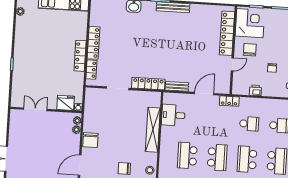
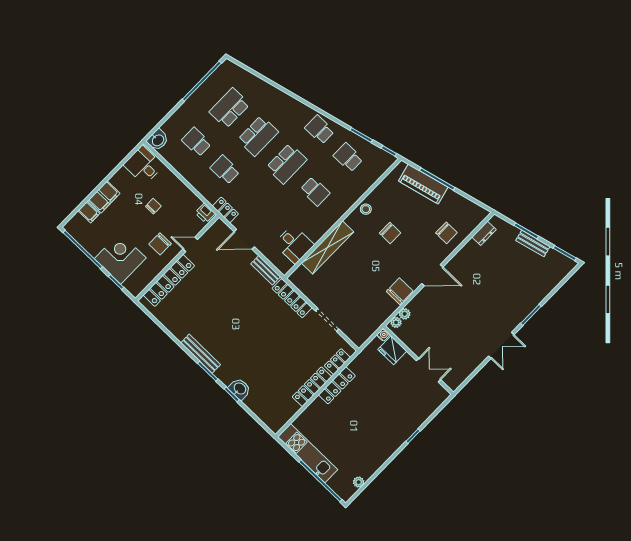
corner desk: (250, 23) -> (120, 258), moved, turned 90
printer: (255, 90) -> (205, 213), moved
double door: (35, 109) -> (428, 370), swing flipped
school desk: (187, 156) -> (315, 191), width x0.54
school desk: (217, 157) -> (287, 164), turned 180

